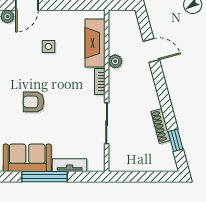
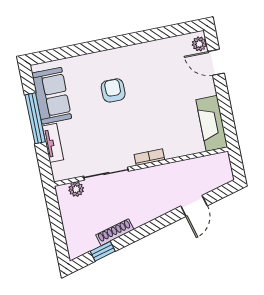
fireplace: (95, 43) -> (212, 123), moved, turned -90
side table: (48, 46) -> (176, 94), removed
plant: (115, 61) -> (76, 189), moved

